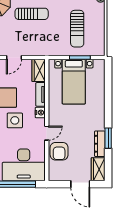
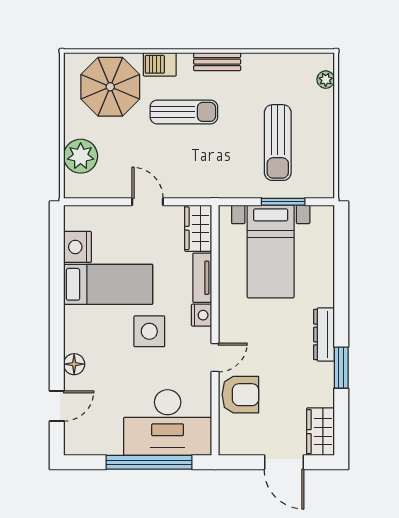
door: (14, 57) -> (148, 202), swing flipped
dresser: (100, 144) -> (324, 334), moved
armchair: (59, 151) -> (240, 395), turned -90

